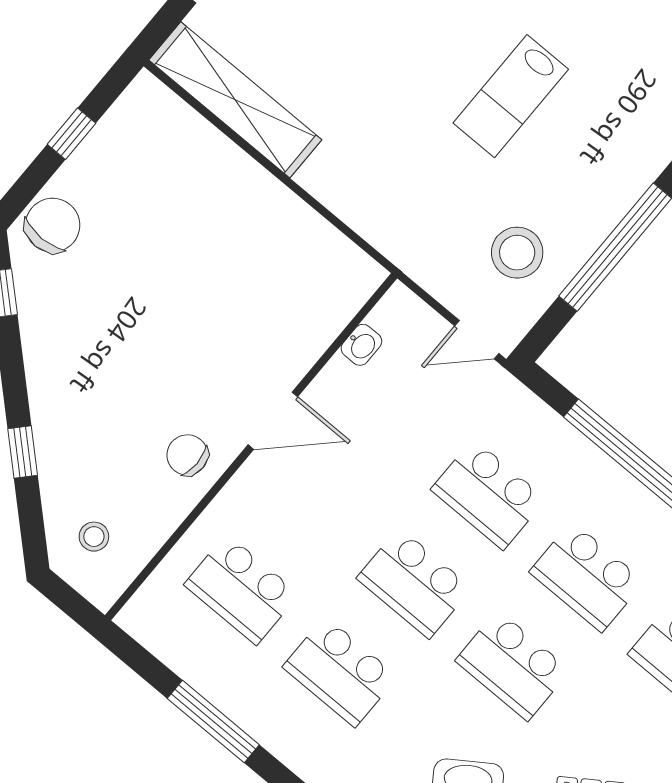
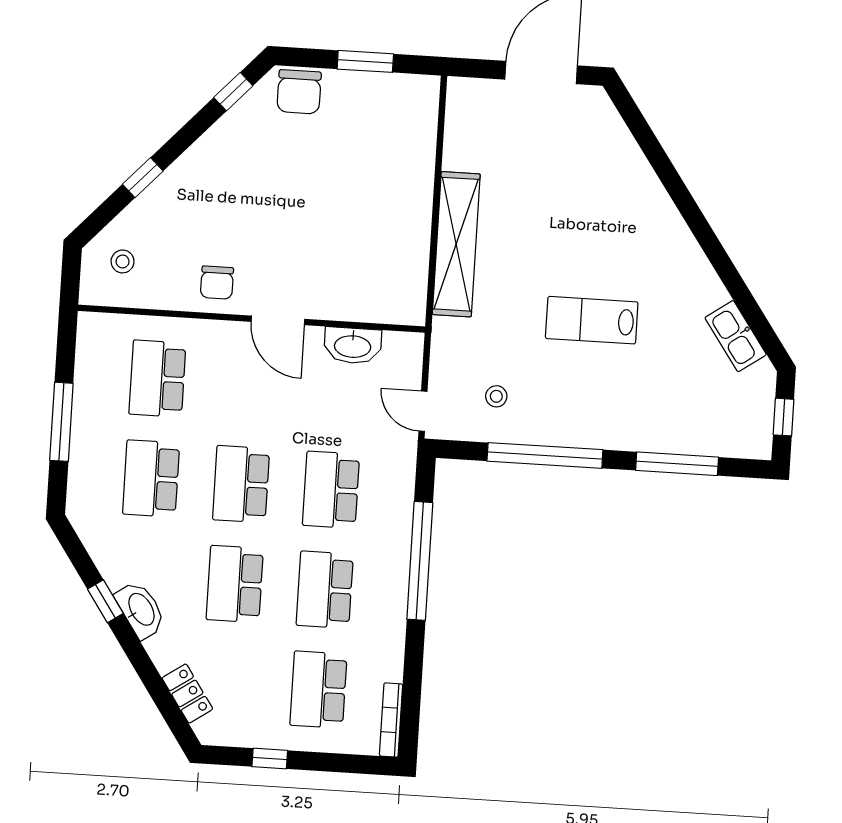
shelving: (235, 100) -> (456, 244), moved
window: (72, 134) -> (365, 61), width x1.50
chair: (53, 225) -> (299, 92), turned 90
stool: (517, 253) -> (496, 396), width x0.53, depth x0.53
washbasin: (361, 345) -> (353, 346), width x1.91, depth x1.45
chair: (187, 455) -> (217, 283), turned 180

